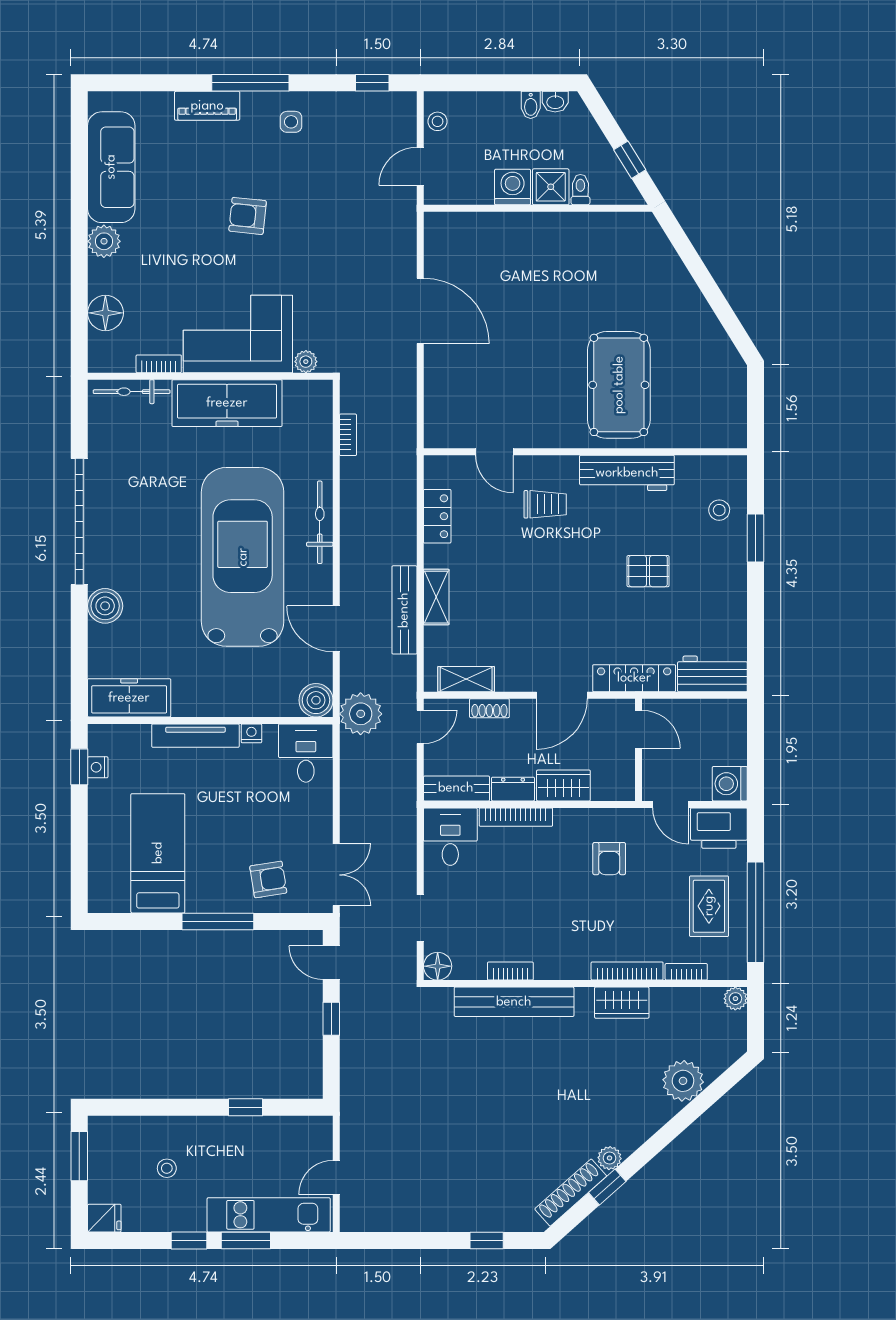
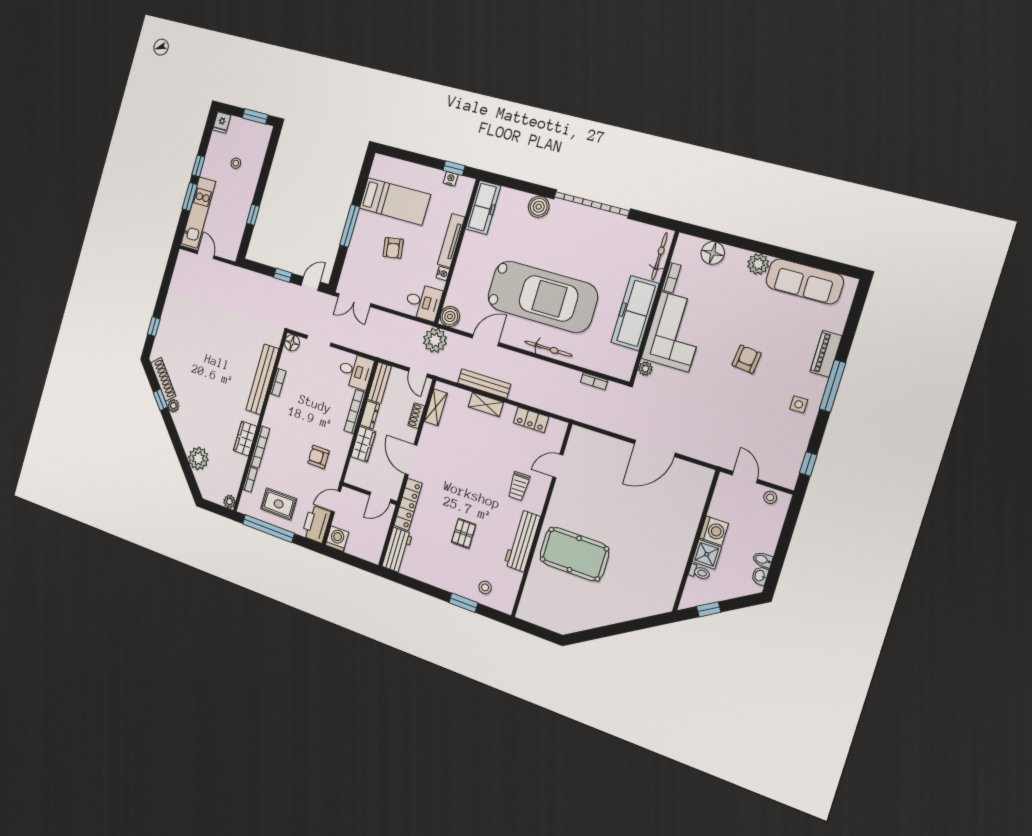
armchair: (268, 879) -> (393, 248), moved

